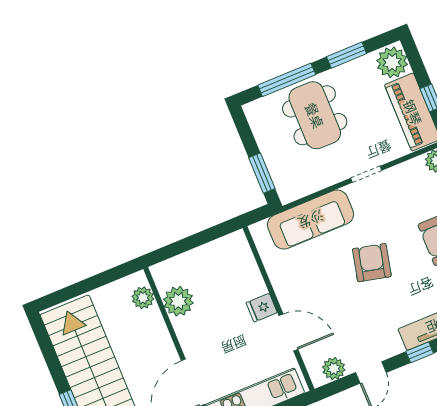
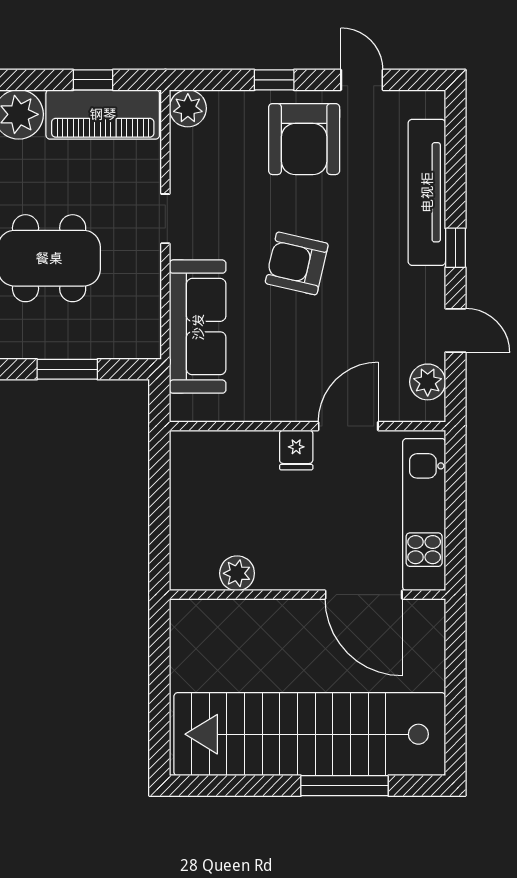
window: (262, 173) -> (67, 369), moved
plant: (143, 298) -> (211, 616), removed
plant: (178, 301) -> (237, 573), width x0.73, depth x0.73

